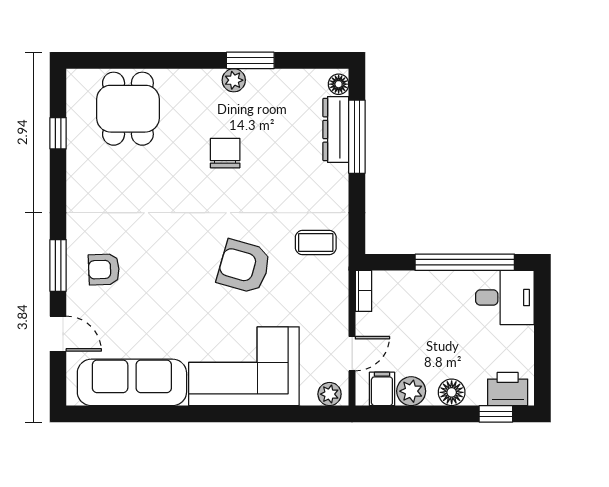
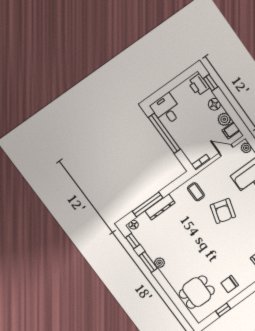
window: (310, 60) -> (133, 241), added
dresser: (336, 130) -> (160, 207), moved
chair: (225, 153) -> (230, 284), moved

